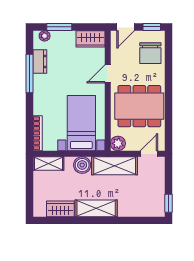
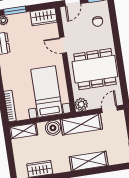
chair: (150, 53) -> (98, 21), width x0.54, depth x0.54
door: (108, 74) -> (63, 45), hinge flipped
shelving: (96, 208) -> (89, 161), moved

